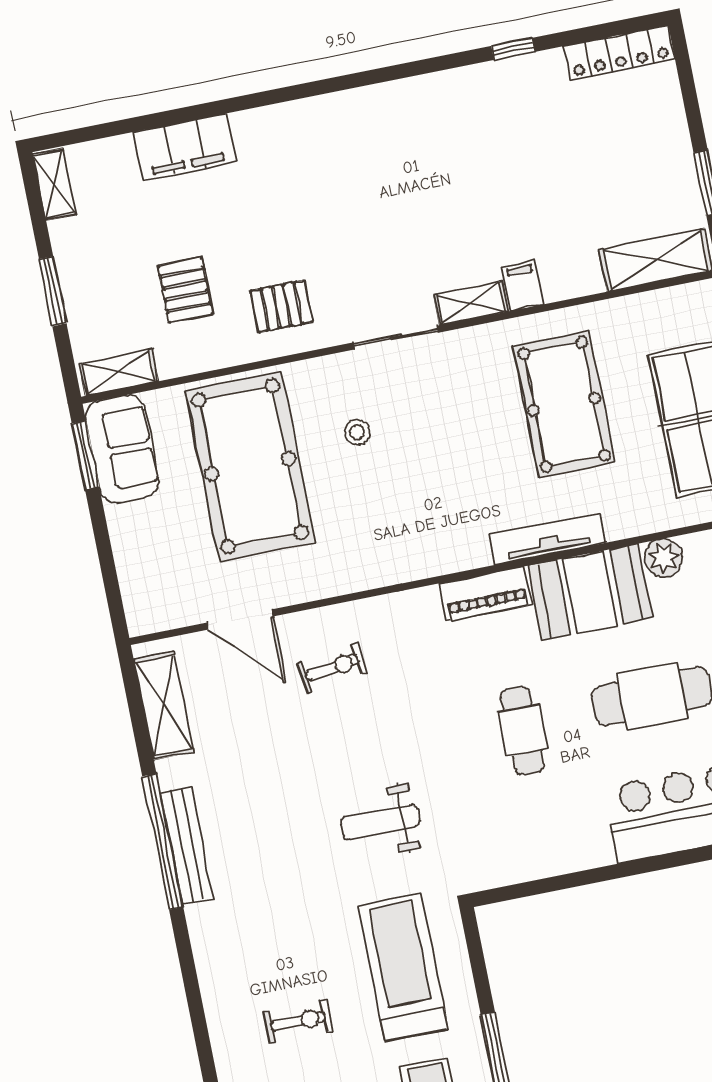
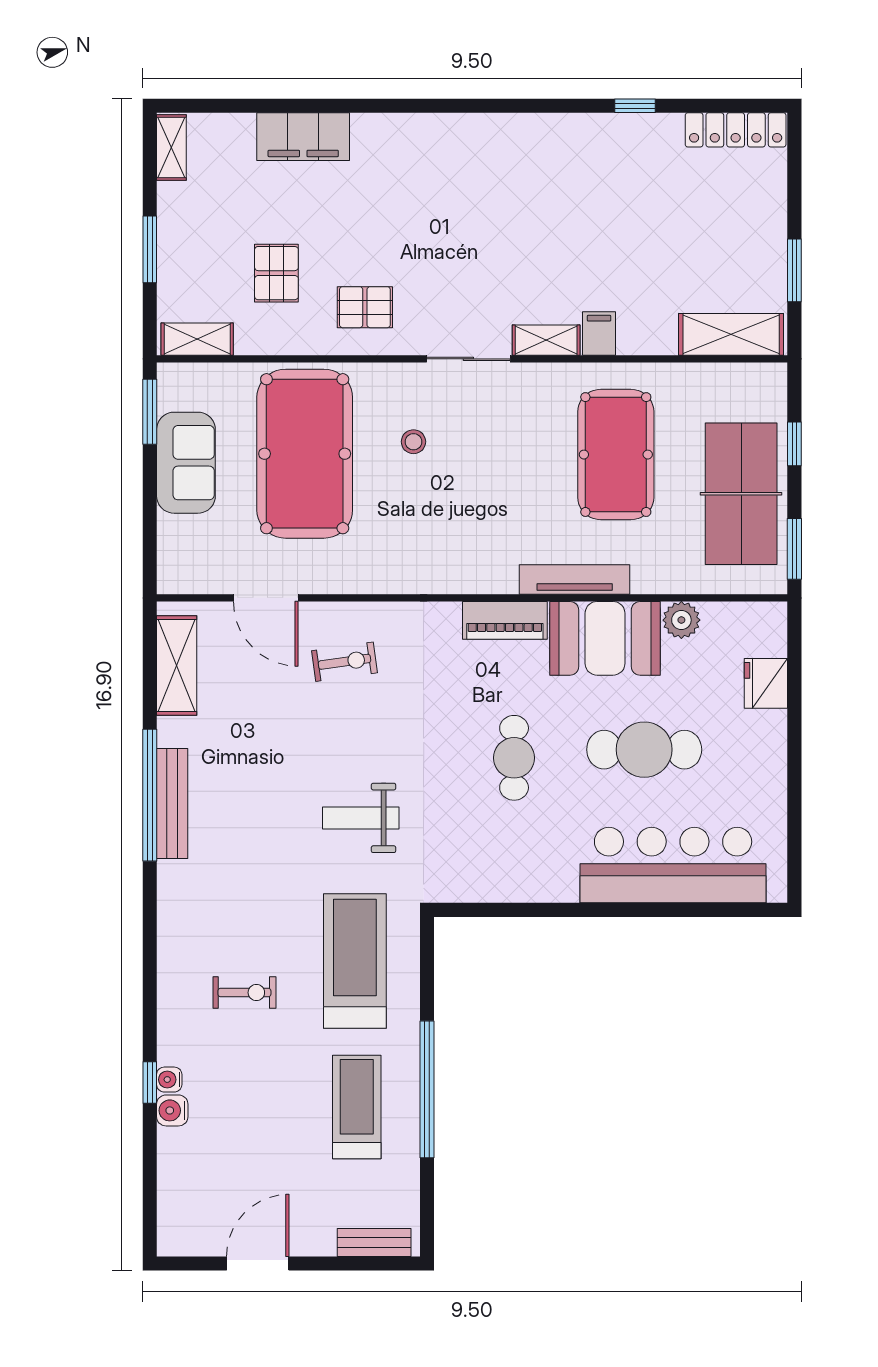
sofa: (122, 449) -> (186, 463), moved

